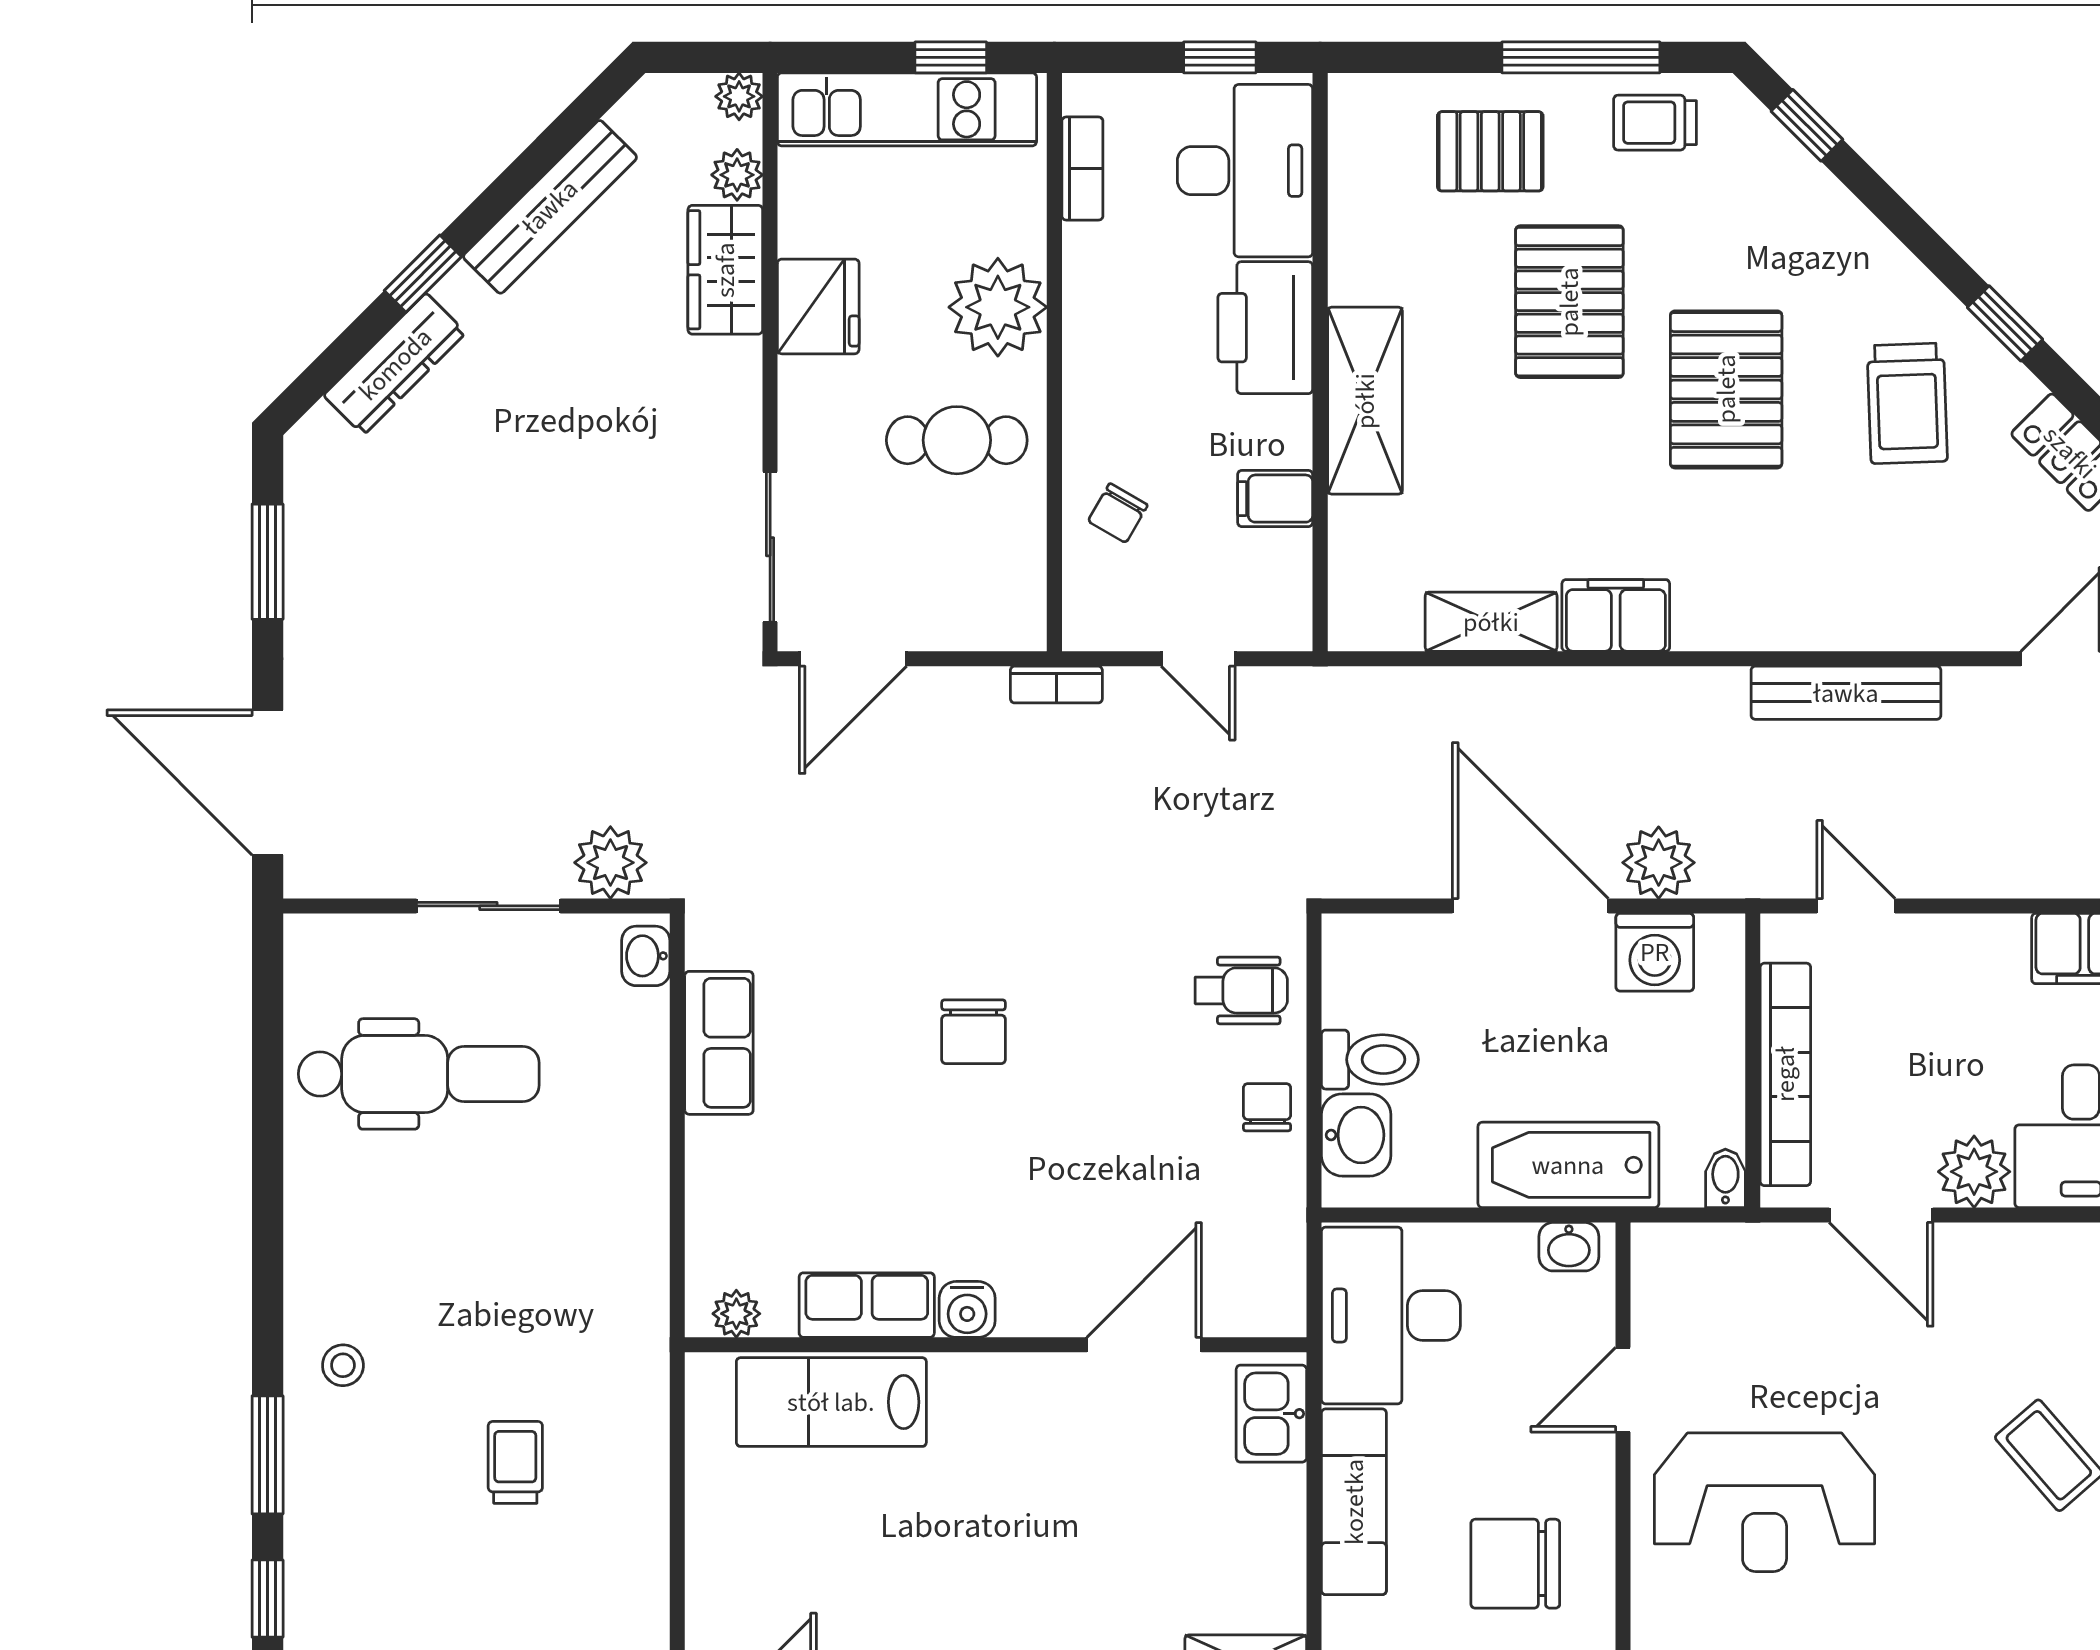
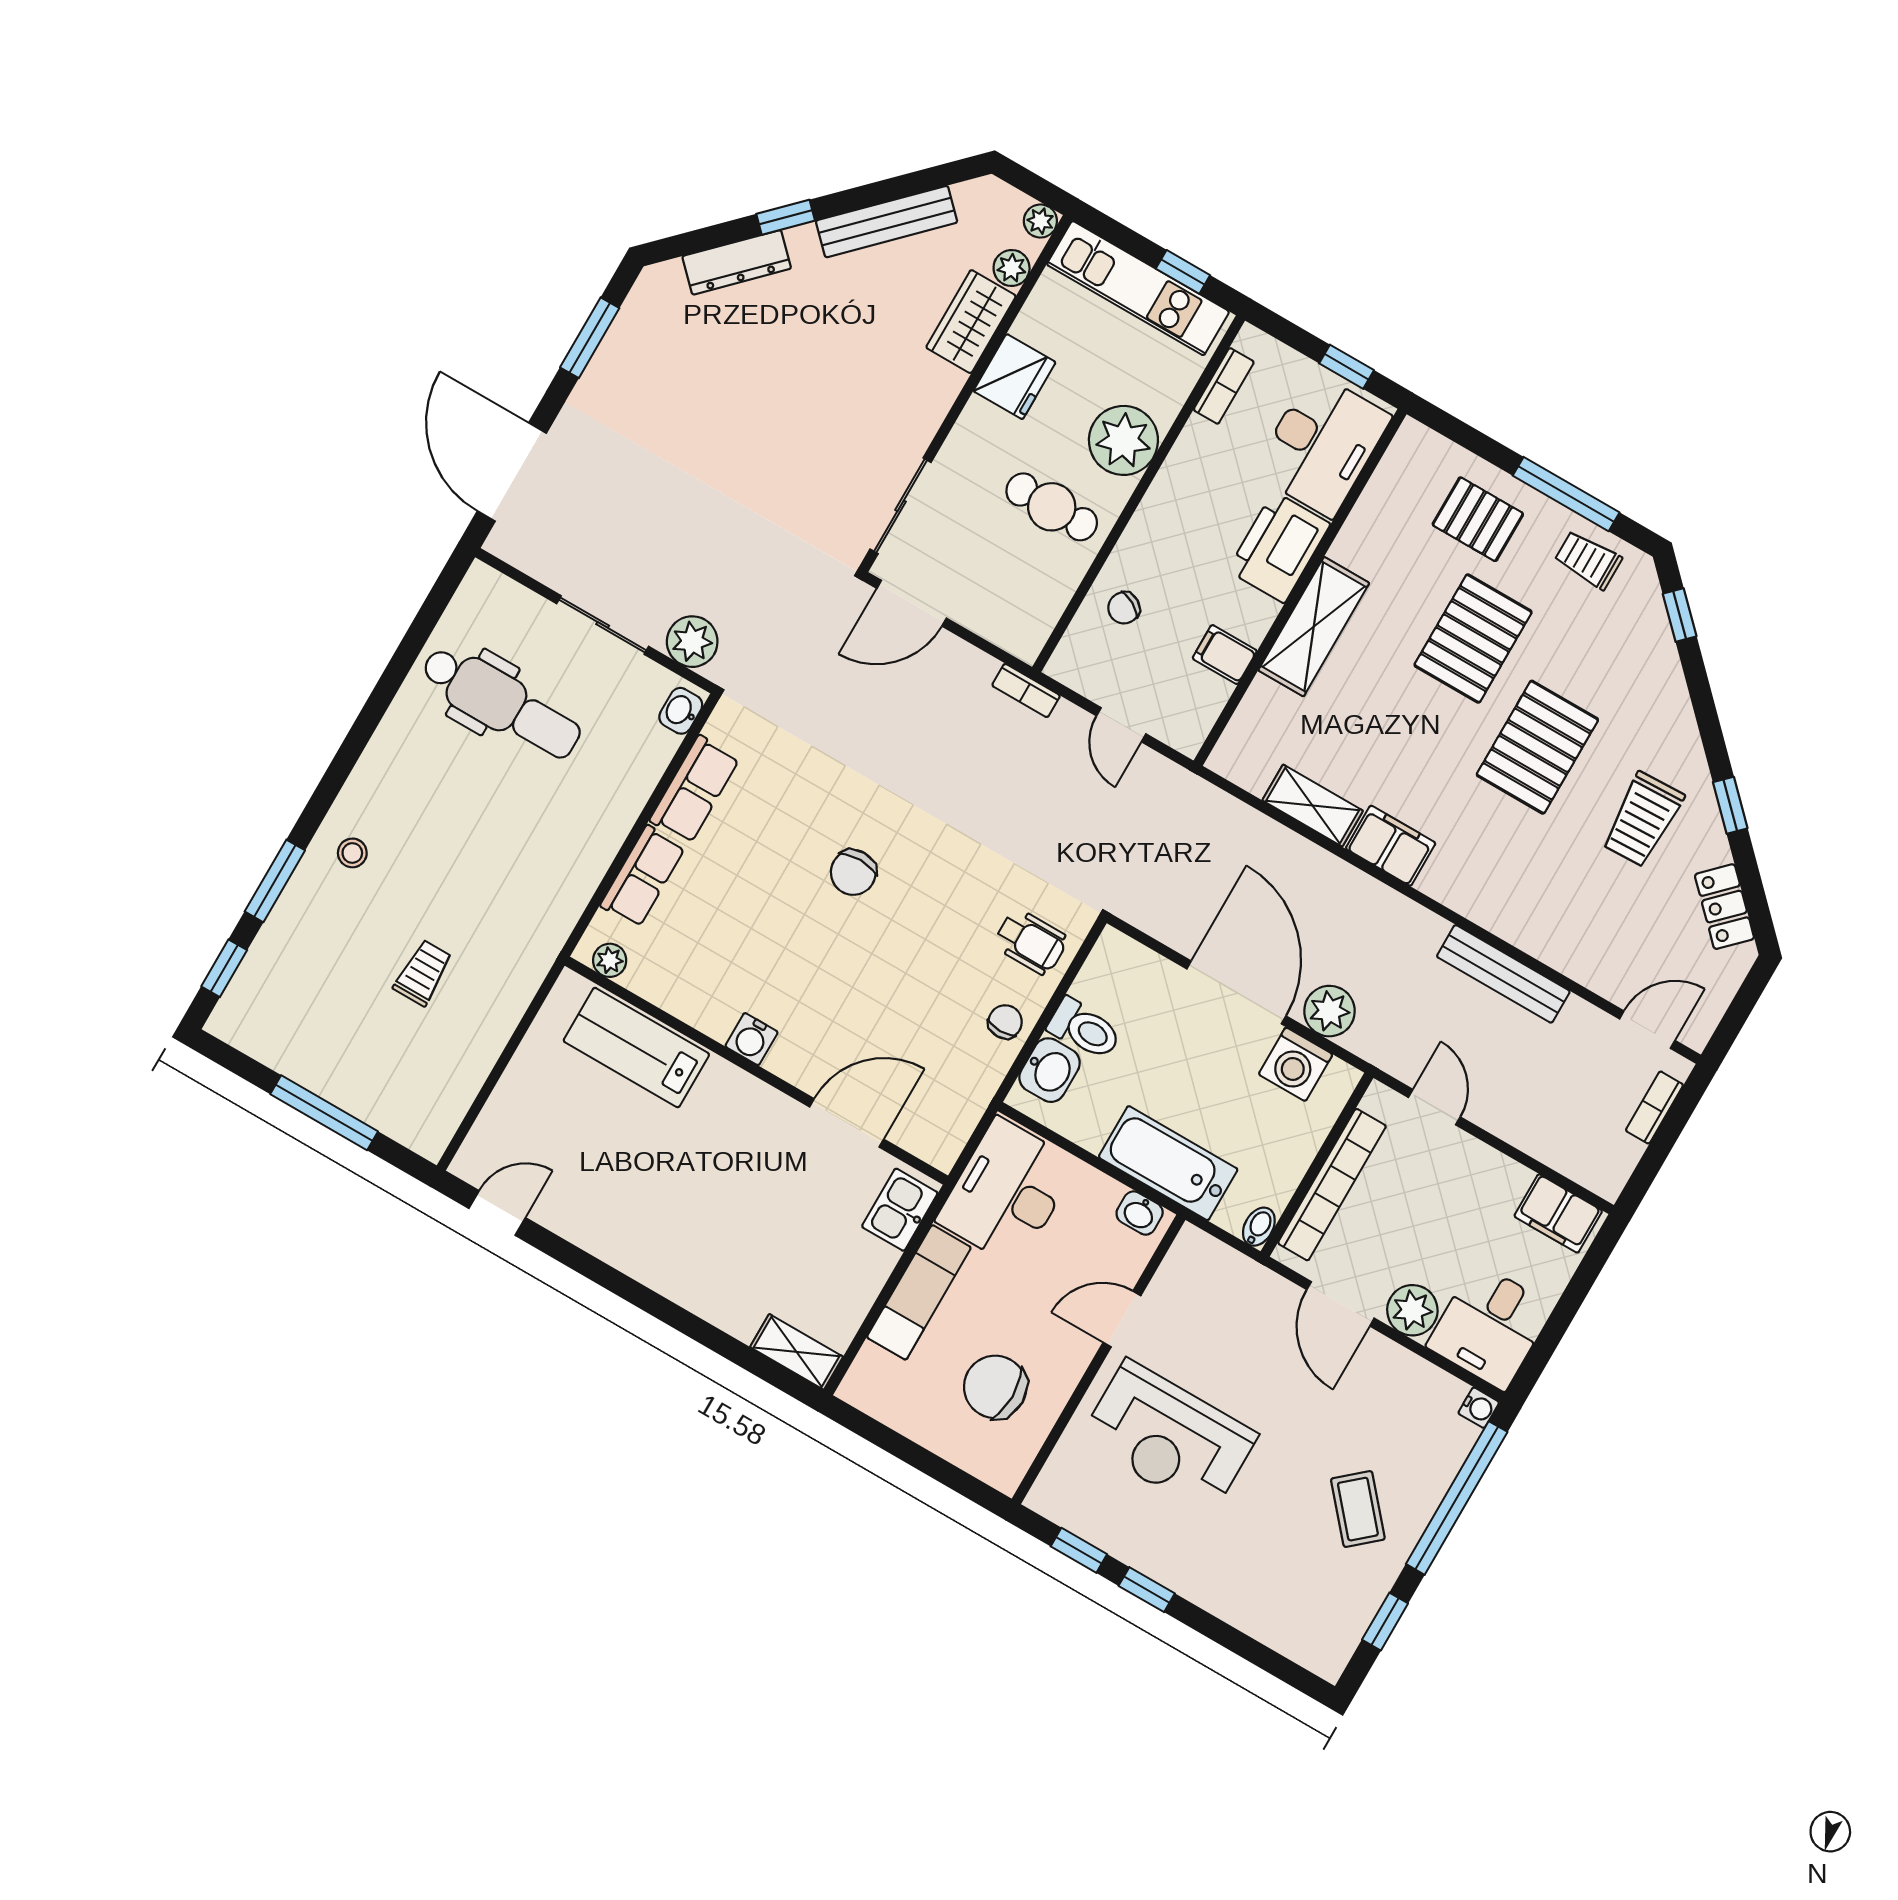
row of seats: (867, 1305) -> (643, 876), moved, turned 90

